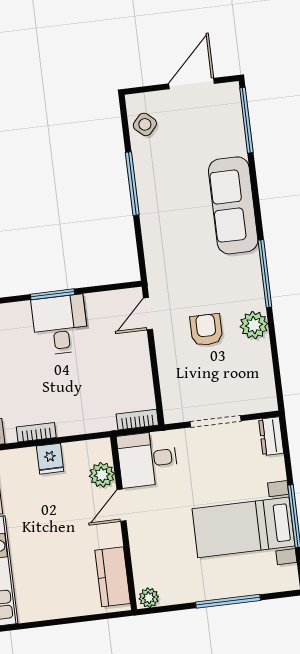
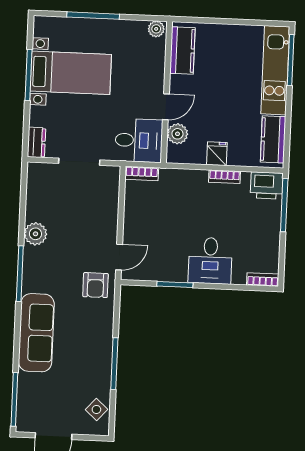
window: (52, 294) -> (175, 285), moved
desk: (60, 325) -> (210, 261), moved
armchair: (206, 330) -> (95, 285), moved

